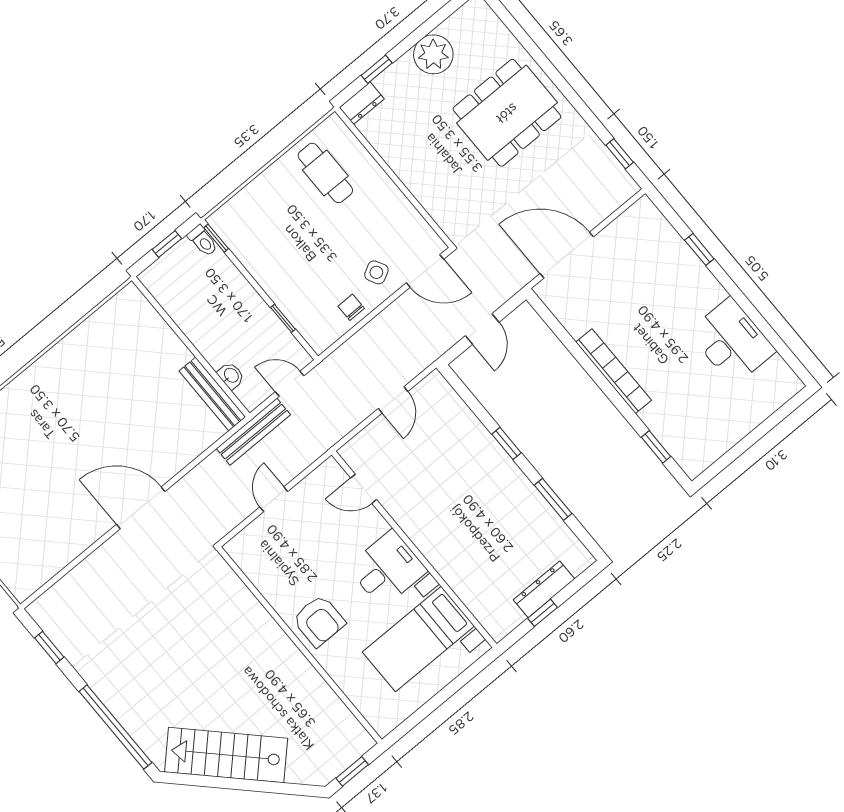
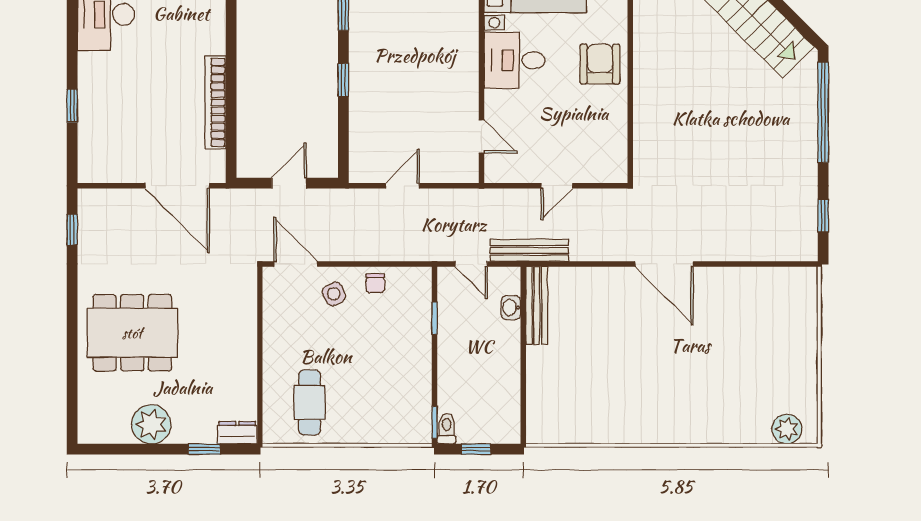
bookcase: (613, 371) -> (215, 102), moved

